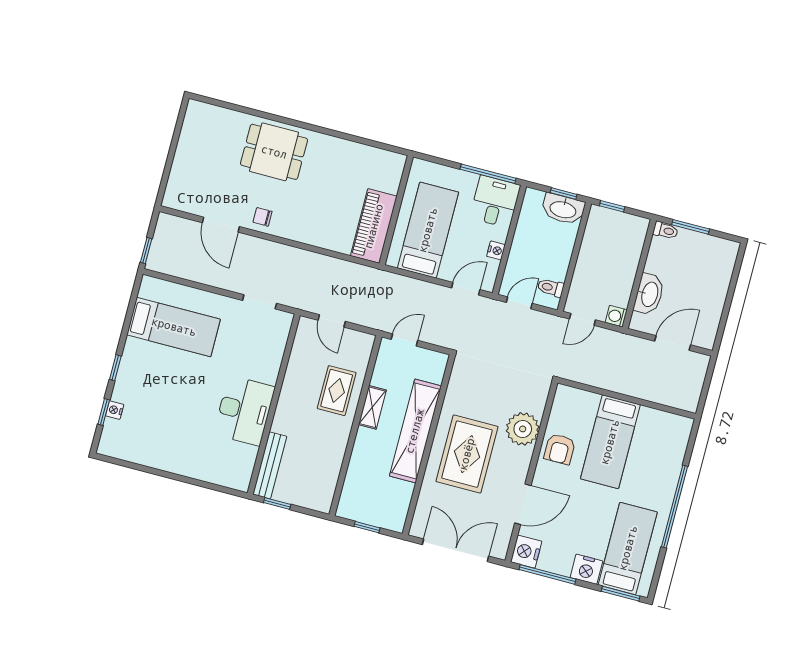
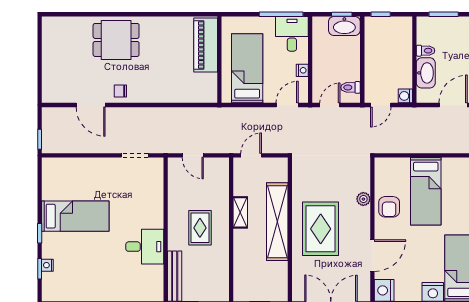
piano: (374, 226) -> (206, 45), moved
toilet: (666, 230) -> (426, 51), moved
bed: (174, 327) -> (75, 216), moved
rug: (337, 391) -> (200, 228), moved
desk: (244, 411) -> (145, 247), width x0.73
plant: (523, 429) -> (363, 199), width x0.53, depth x0.53

